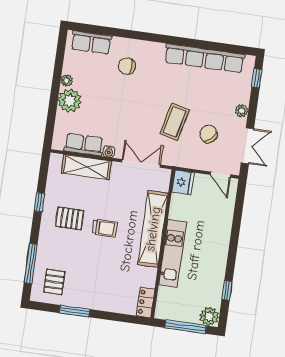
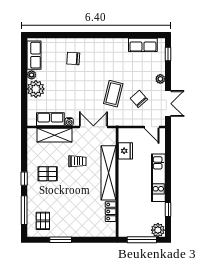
row of seats: (91, 42) -> (34, 55), moved, turned -90
row of seats: (205, 58) -> (143, 45), width x0.50
fridge: (183, 182) -> (125, 151), moved
window: (39, 202) -> (24, 179), moved
trolley: (105, 228) -> (77, 161), moved
kitchen unit: (172, 253) -> (158, 178), moved, turned 180
locker: (145, 302) -> (111, 212), moved

